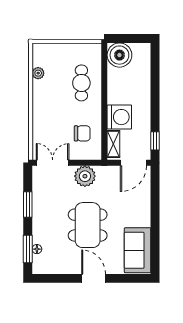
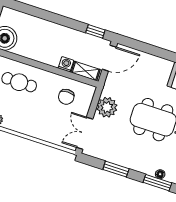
washing machine: (119, 117) -> (66, 64), width x0.53, depth x0.53
chair: (82, 133) -> (66, 97), turned 180
door: (133, 163) -> (109, 58), hinge flipped

